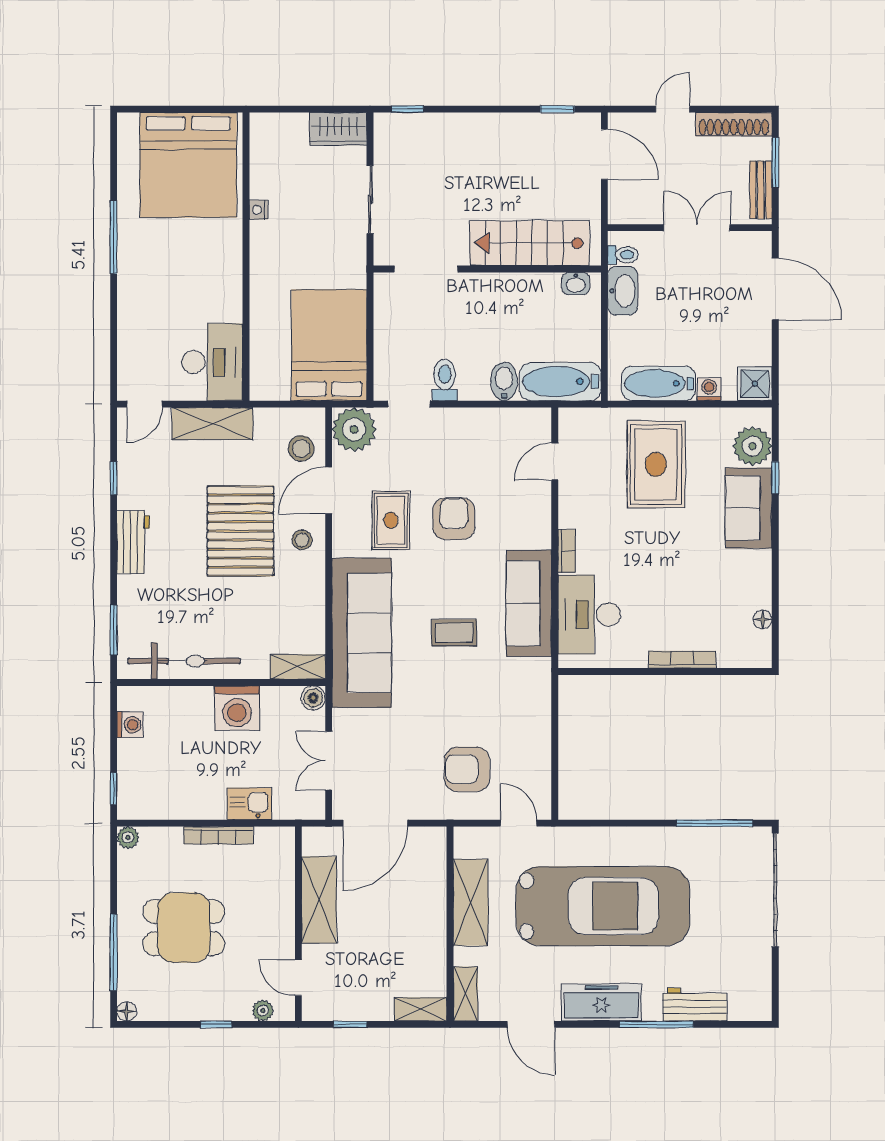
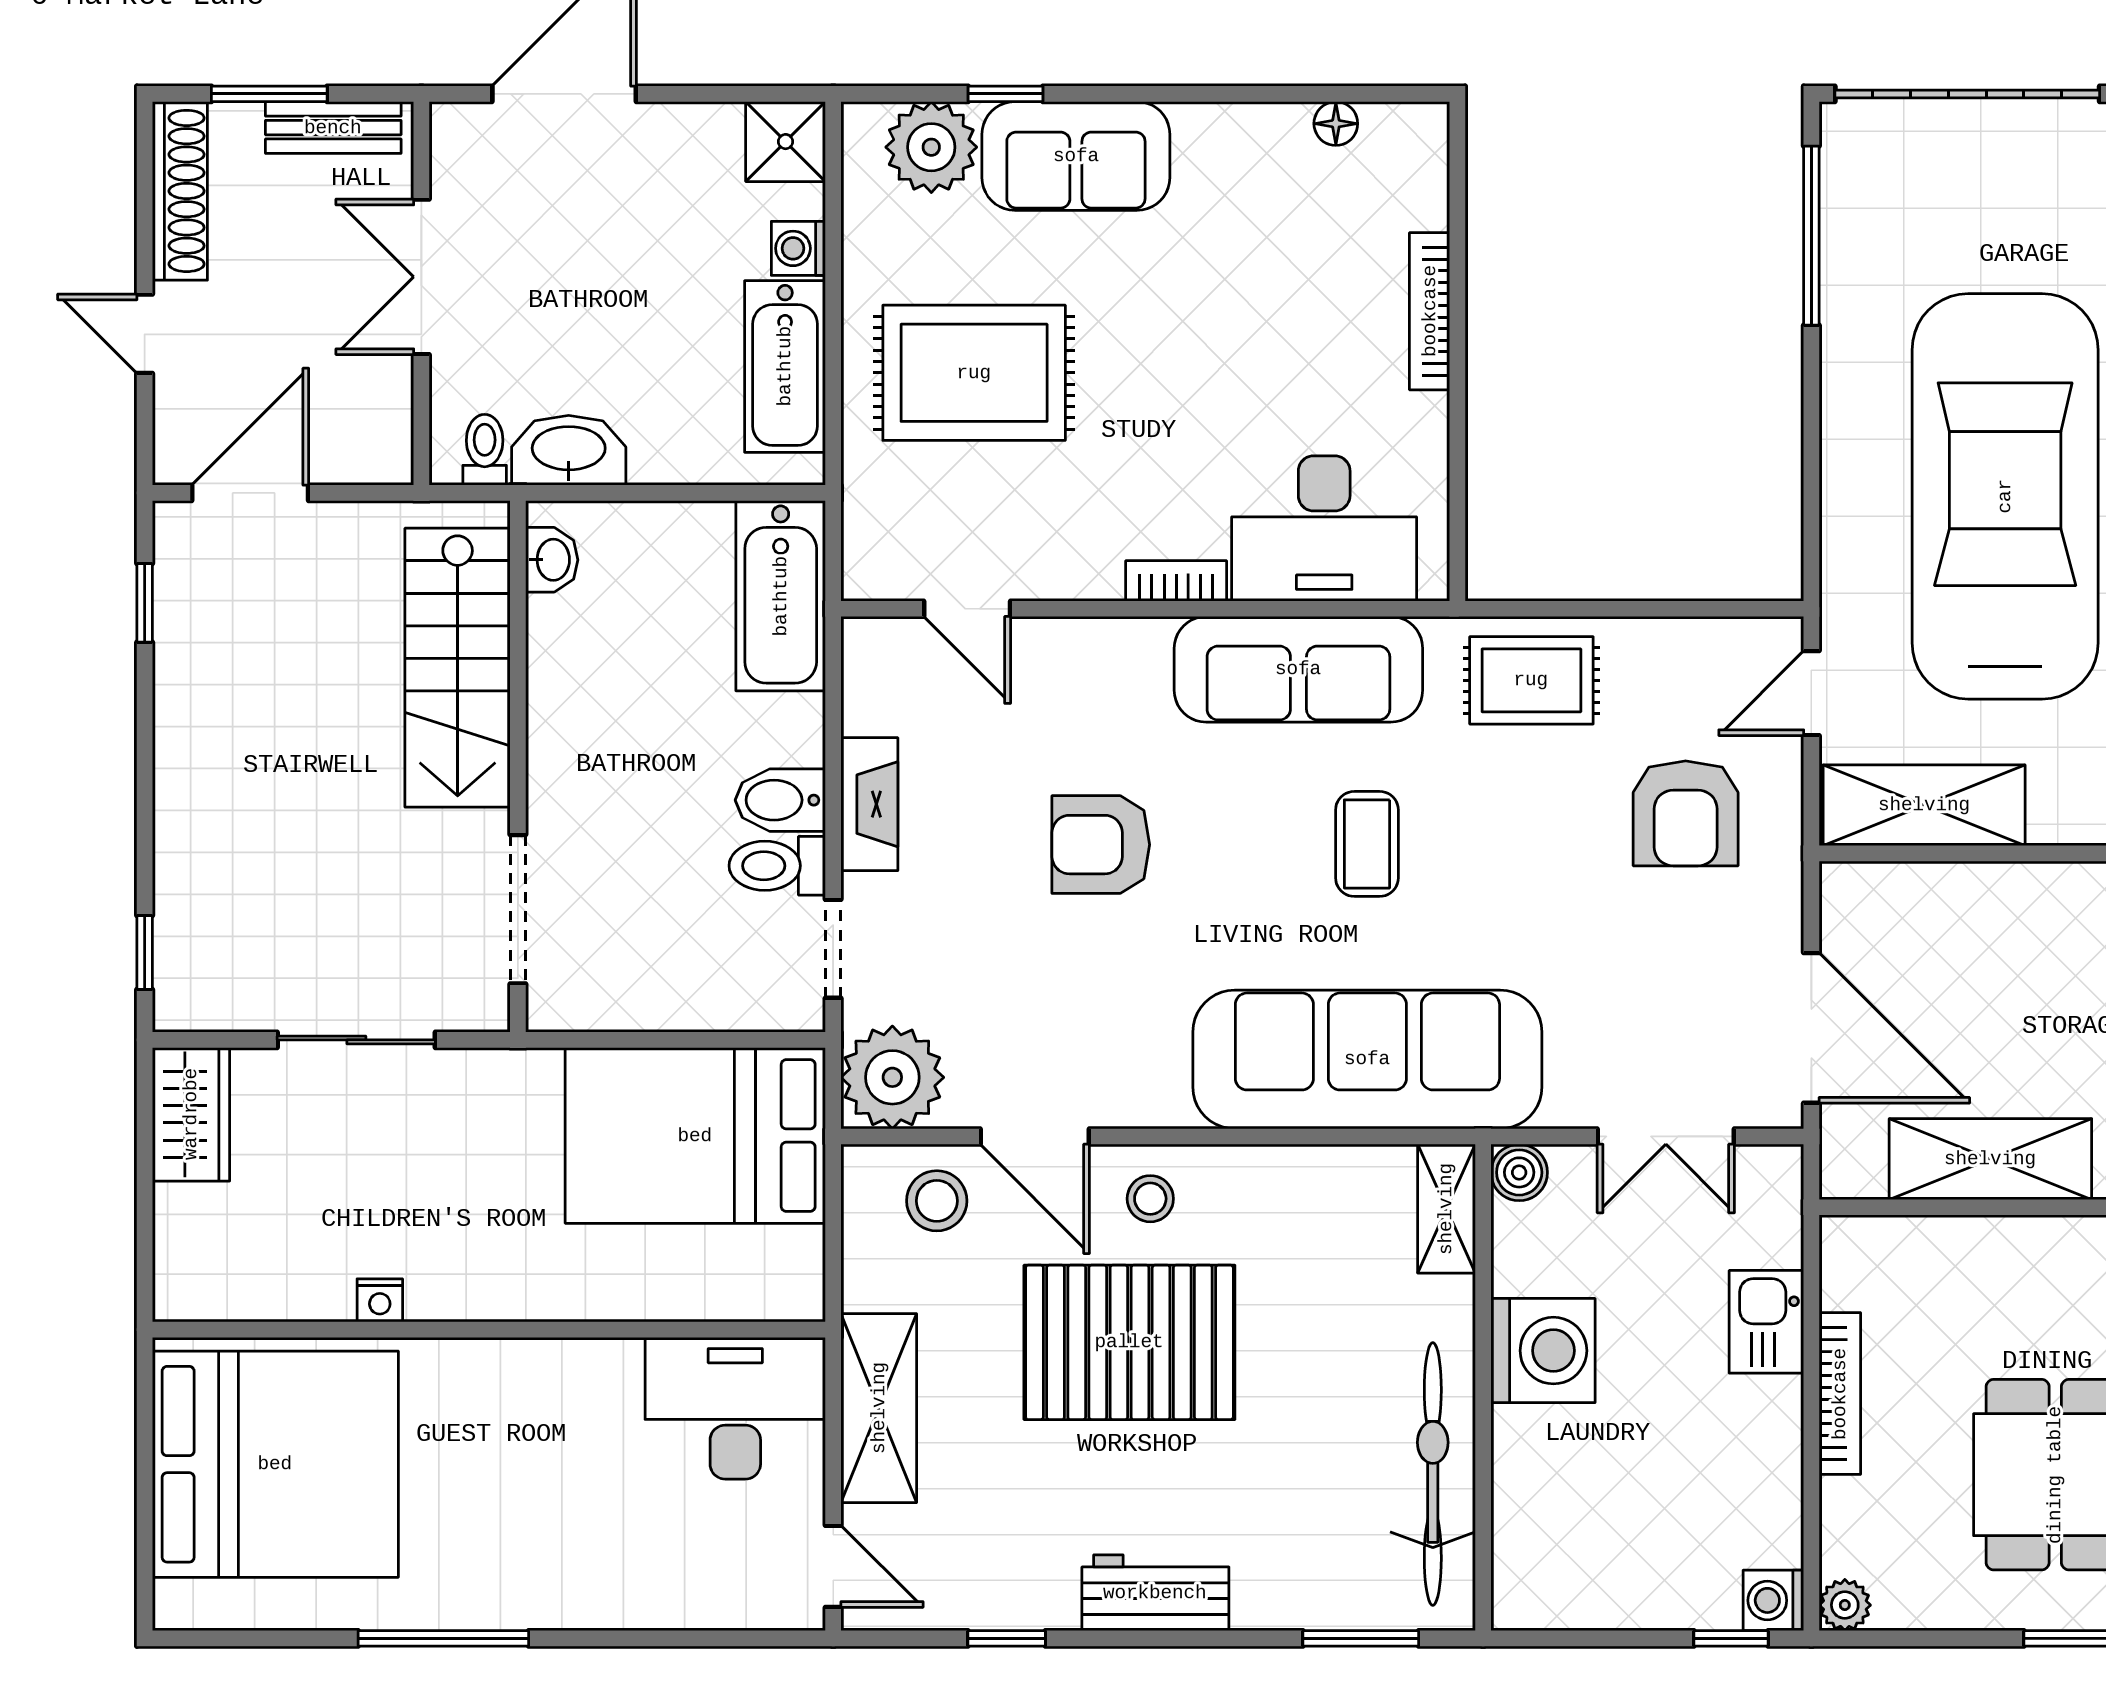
bidet: (504, 381) -> (780, 800), moved
fireplace: (471, 420) -> (869, 804), added
rug: (391, 520) -> (1531, 680), moved
washing machine: (130, 725) -> (1773, 1600), moved, turned -90
shelving: (471, 902) -> (1924, 805), moved

